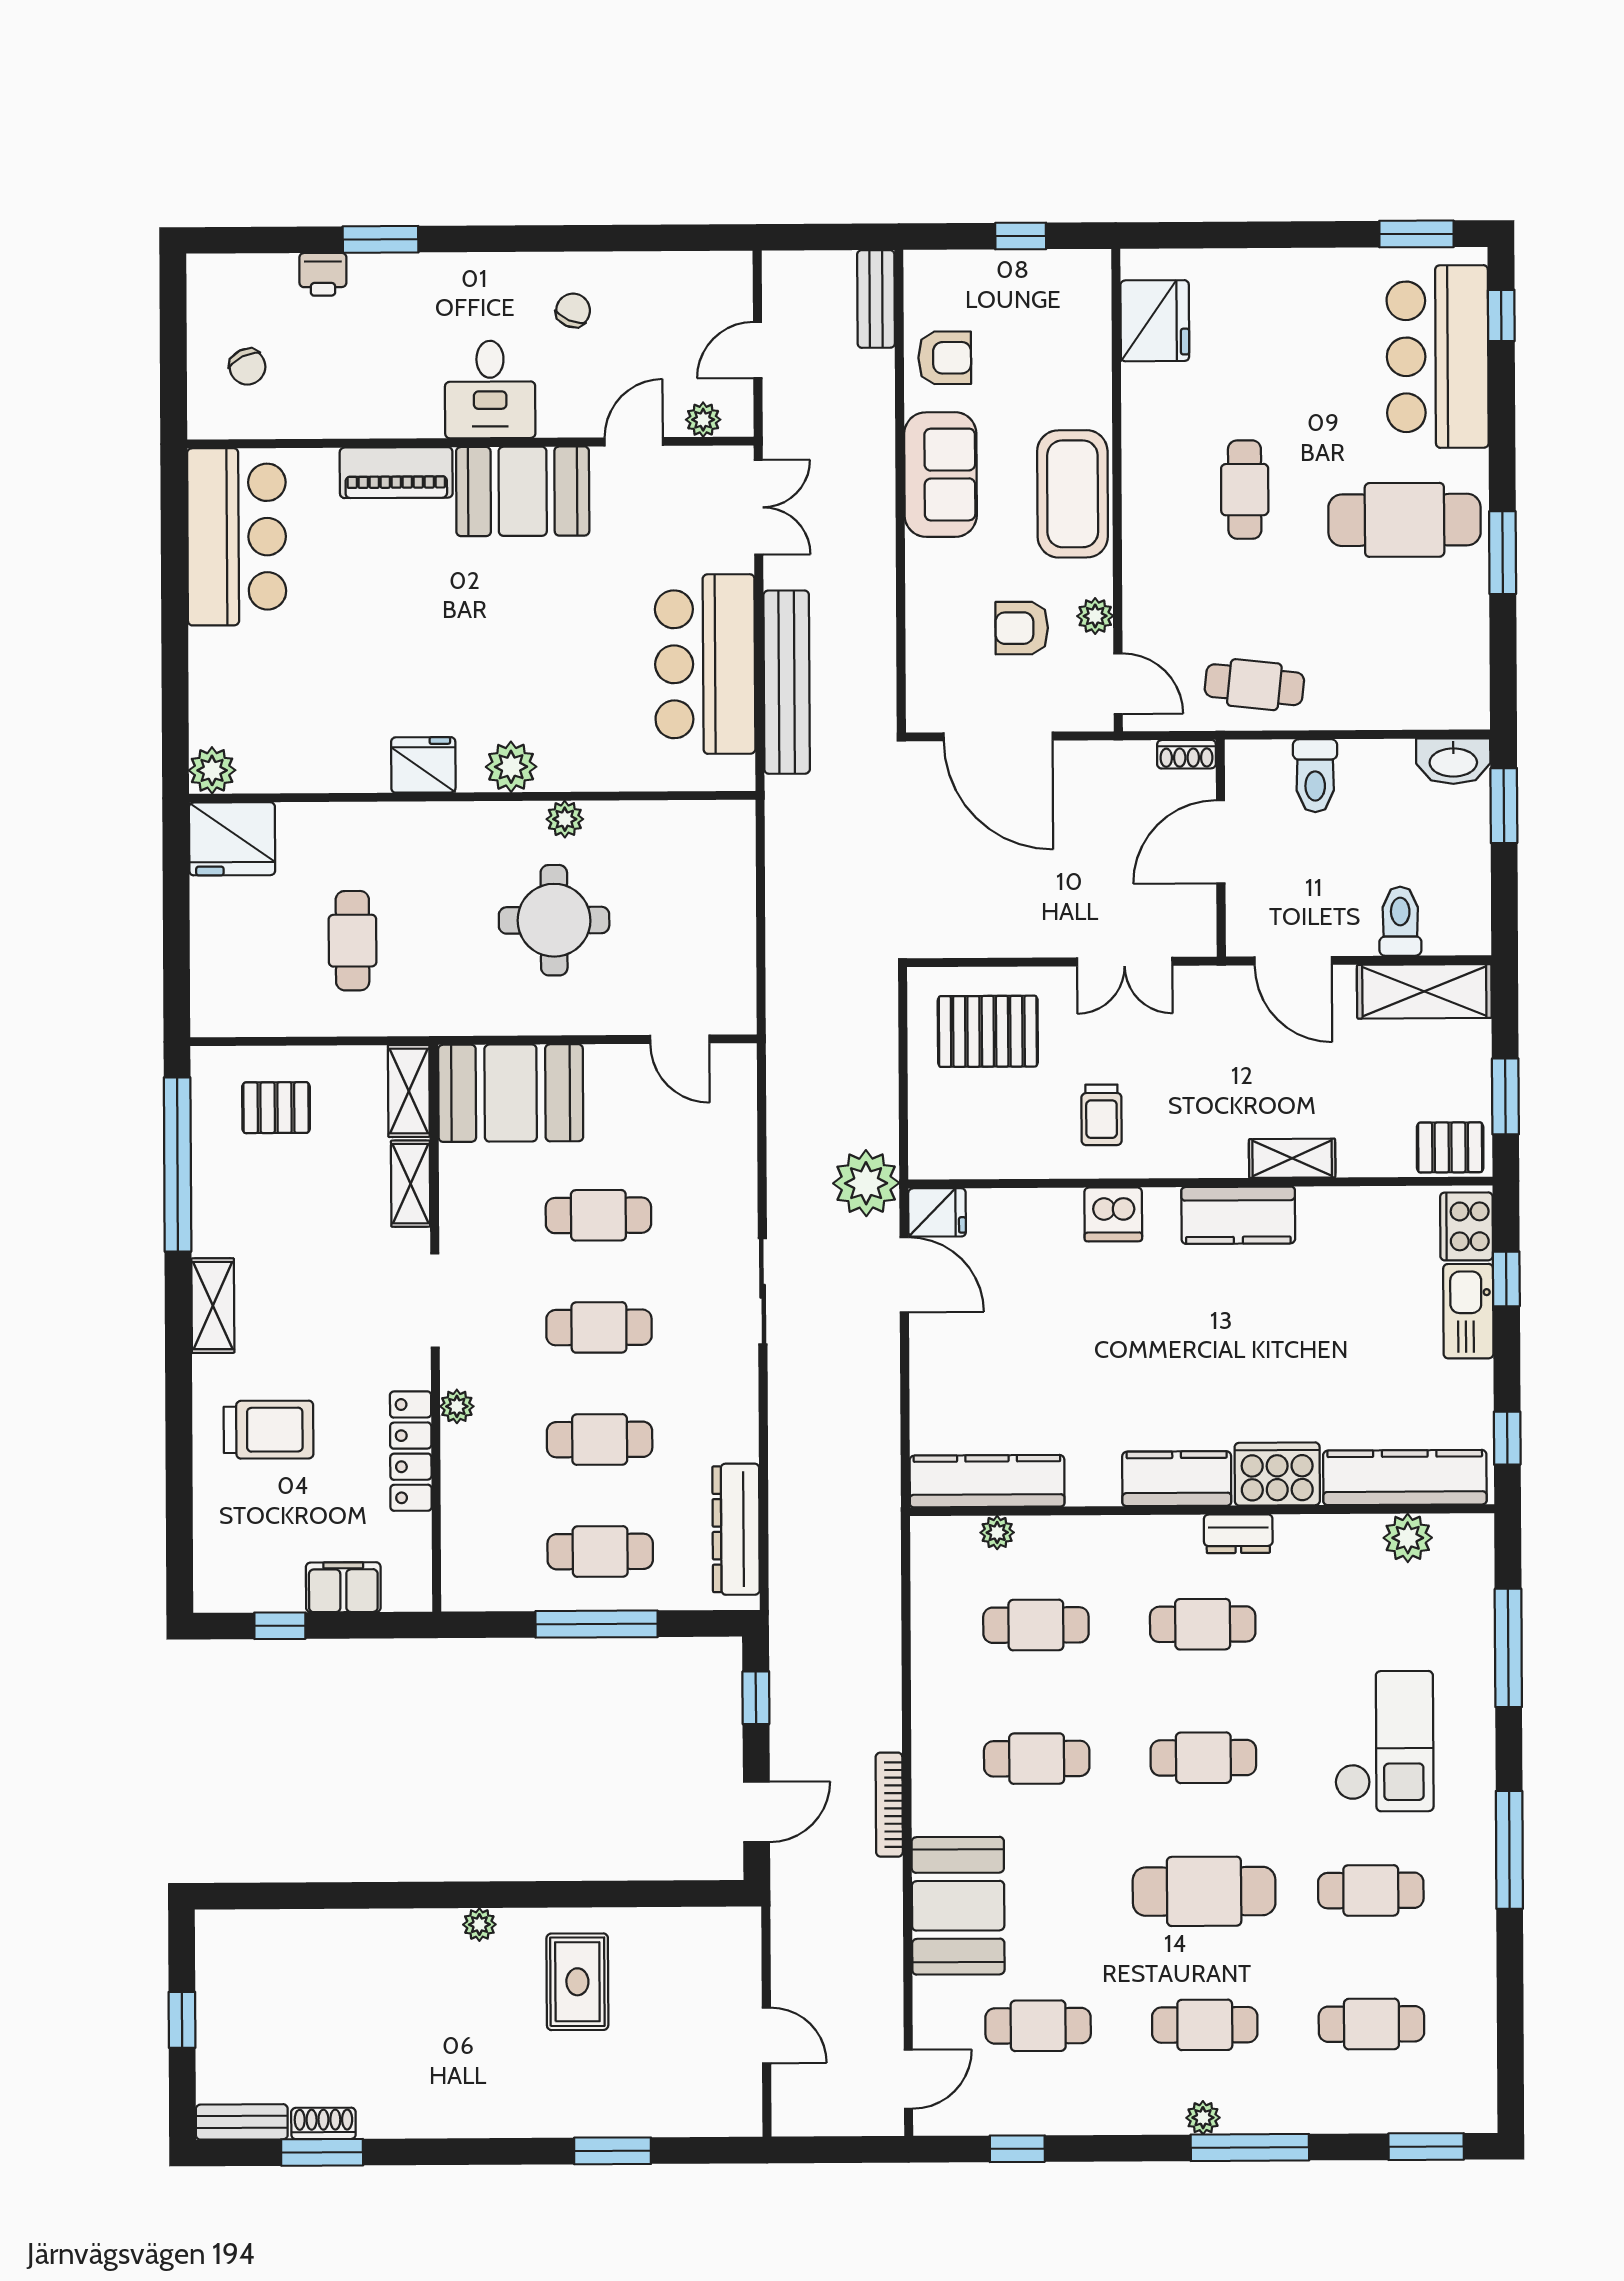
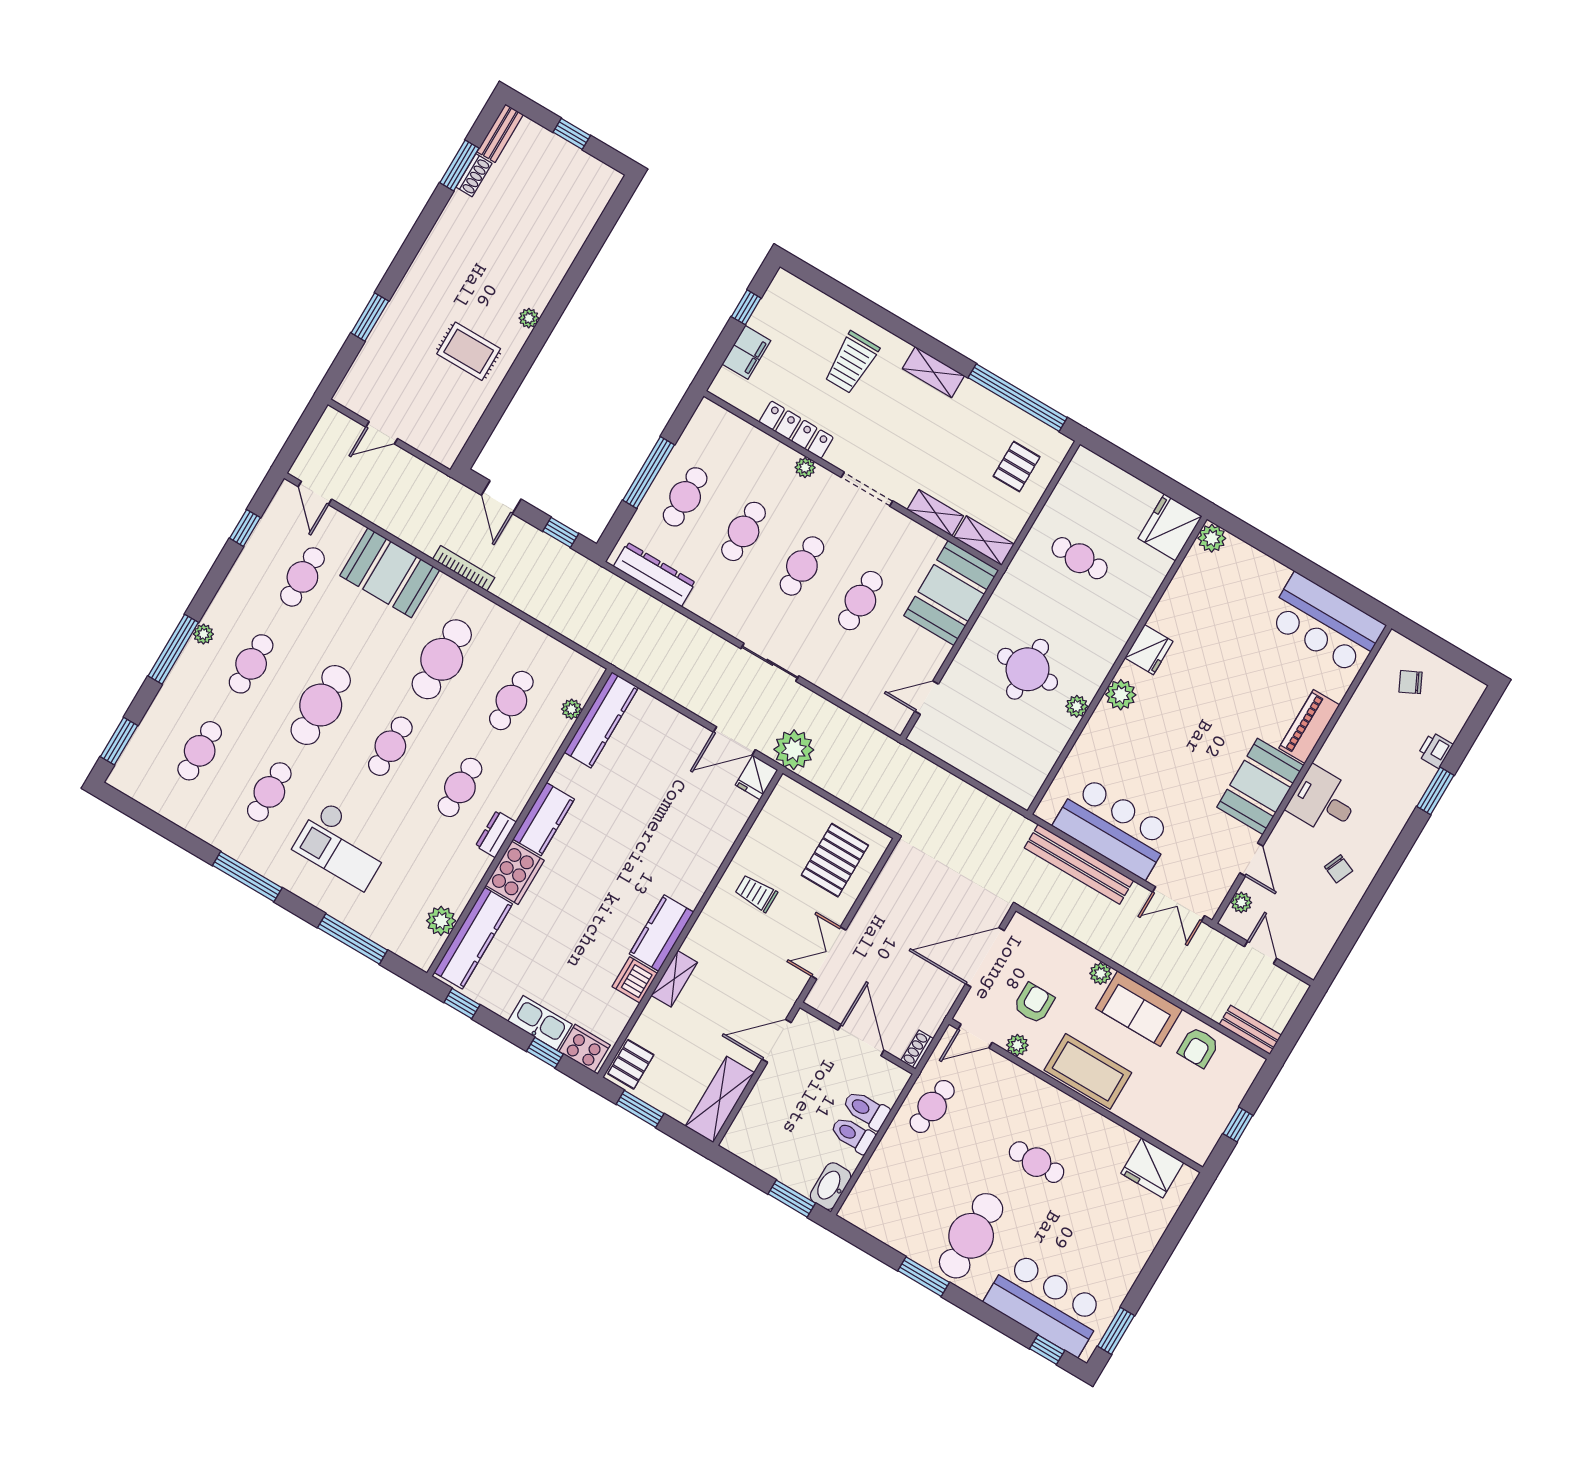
plant: (923, 559) -> (1101, 974), added
toilet: (1400, 921) -> (853, 1135), moved, turned 180
dishwasher: (1113, 1214) -> (635, 980), moved
cafe table: (1037, 1759) -> (442, 659), width x1.37, depth x1.35

